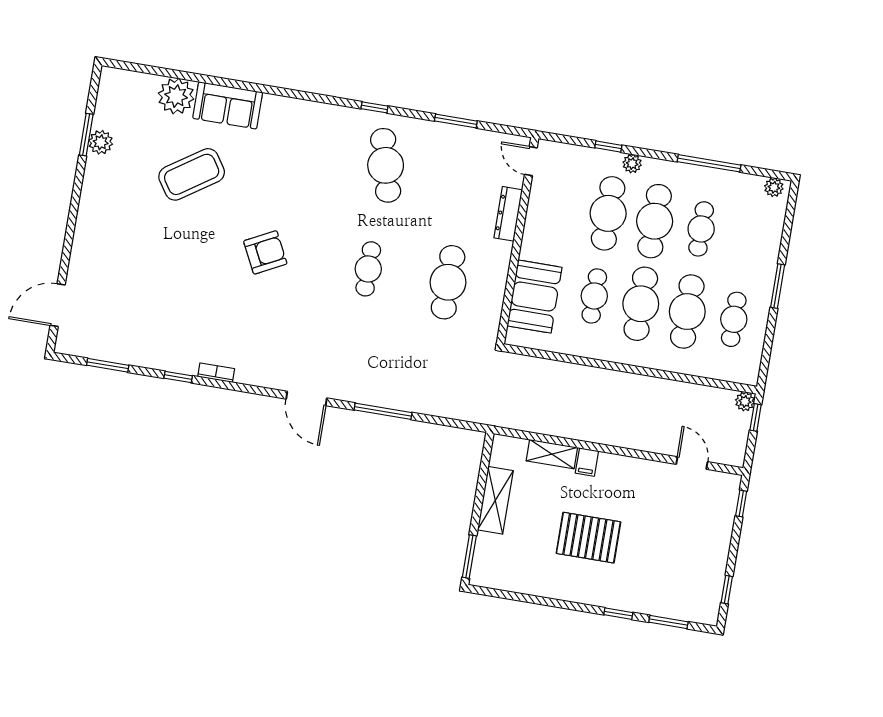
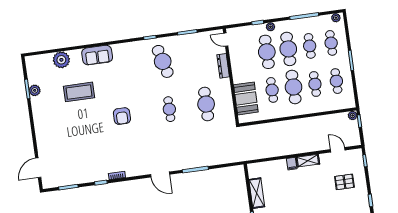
sofa: (228, 105) -> (97, 55), moved
coffee table: (192, 174) -> (79, 92), turned 34
cafe table: (748, 237) -> (331, 43), added
armchair: (265, 252) -> (122, 116), turned 117
cafe table: (687, 312) -> (315, 84), width x0.73, depth x0.74
shelving: (552, 454) -> (308, 161), moved
pallet: (588, 538) -> (344, 182), moved, width x0.67, depth x0.71

